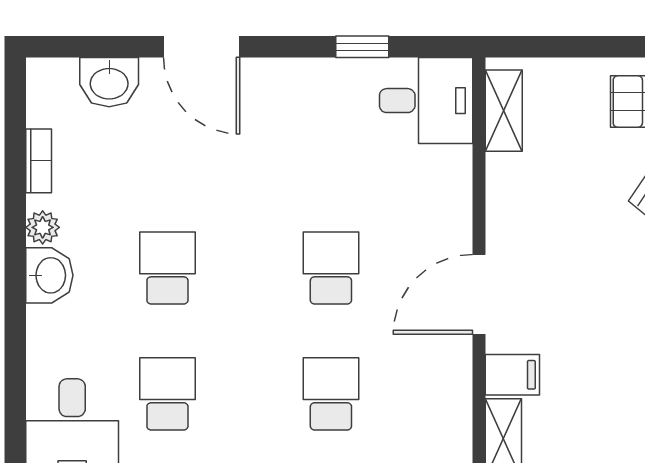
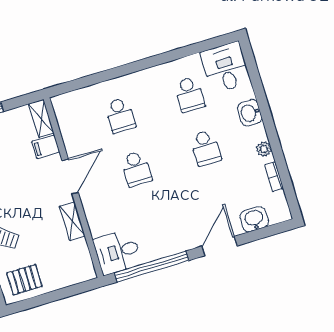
door: (202, 47) -> (219, 246), hinge flipped
window: (362, 47) -> (151, 267), width x3.17
shelving: (504, 111) -> (72, 221), moved
washbasin: (49, 275) -> (250, 113), moved

